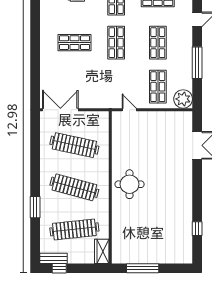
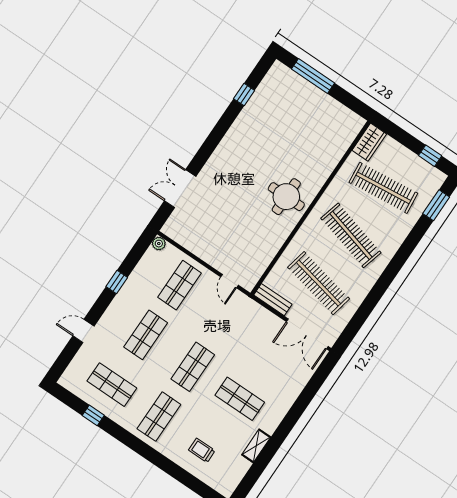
shelving: (45, 21) -> (256, 446), added
window: (197, 63) -> (117, 282), width x0.46
plant: (183, 99) -> (159, 244), width x0.53, depth x0.53
window: (35, 207) -> (436, 205), moved
bench: (53, 258) -> (273, 300), moved
window: (143, 268) -> (313, 76), moved

